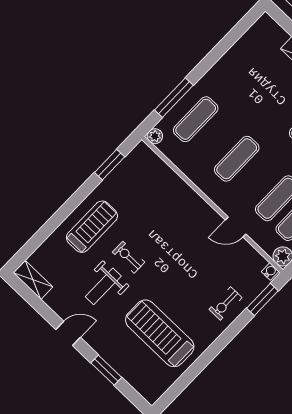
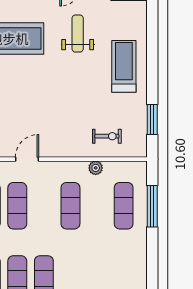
plant: (155, 136) -> (96, 168), moved
treadmill: (92, 227) -> (124, 66), turned 180
exercise bike: (129, 257) -> (107, 136), moved

